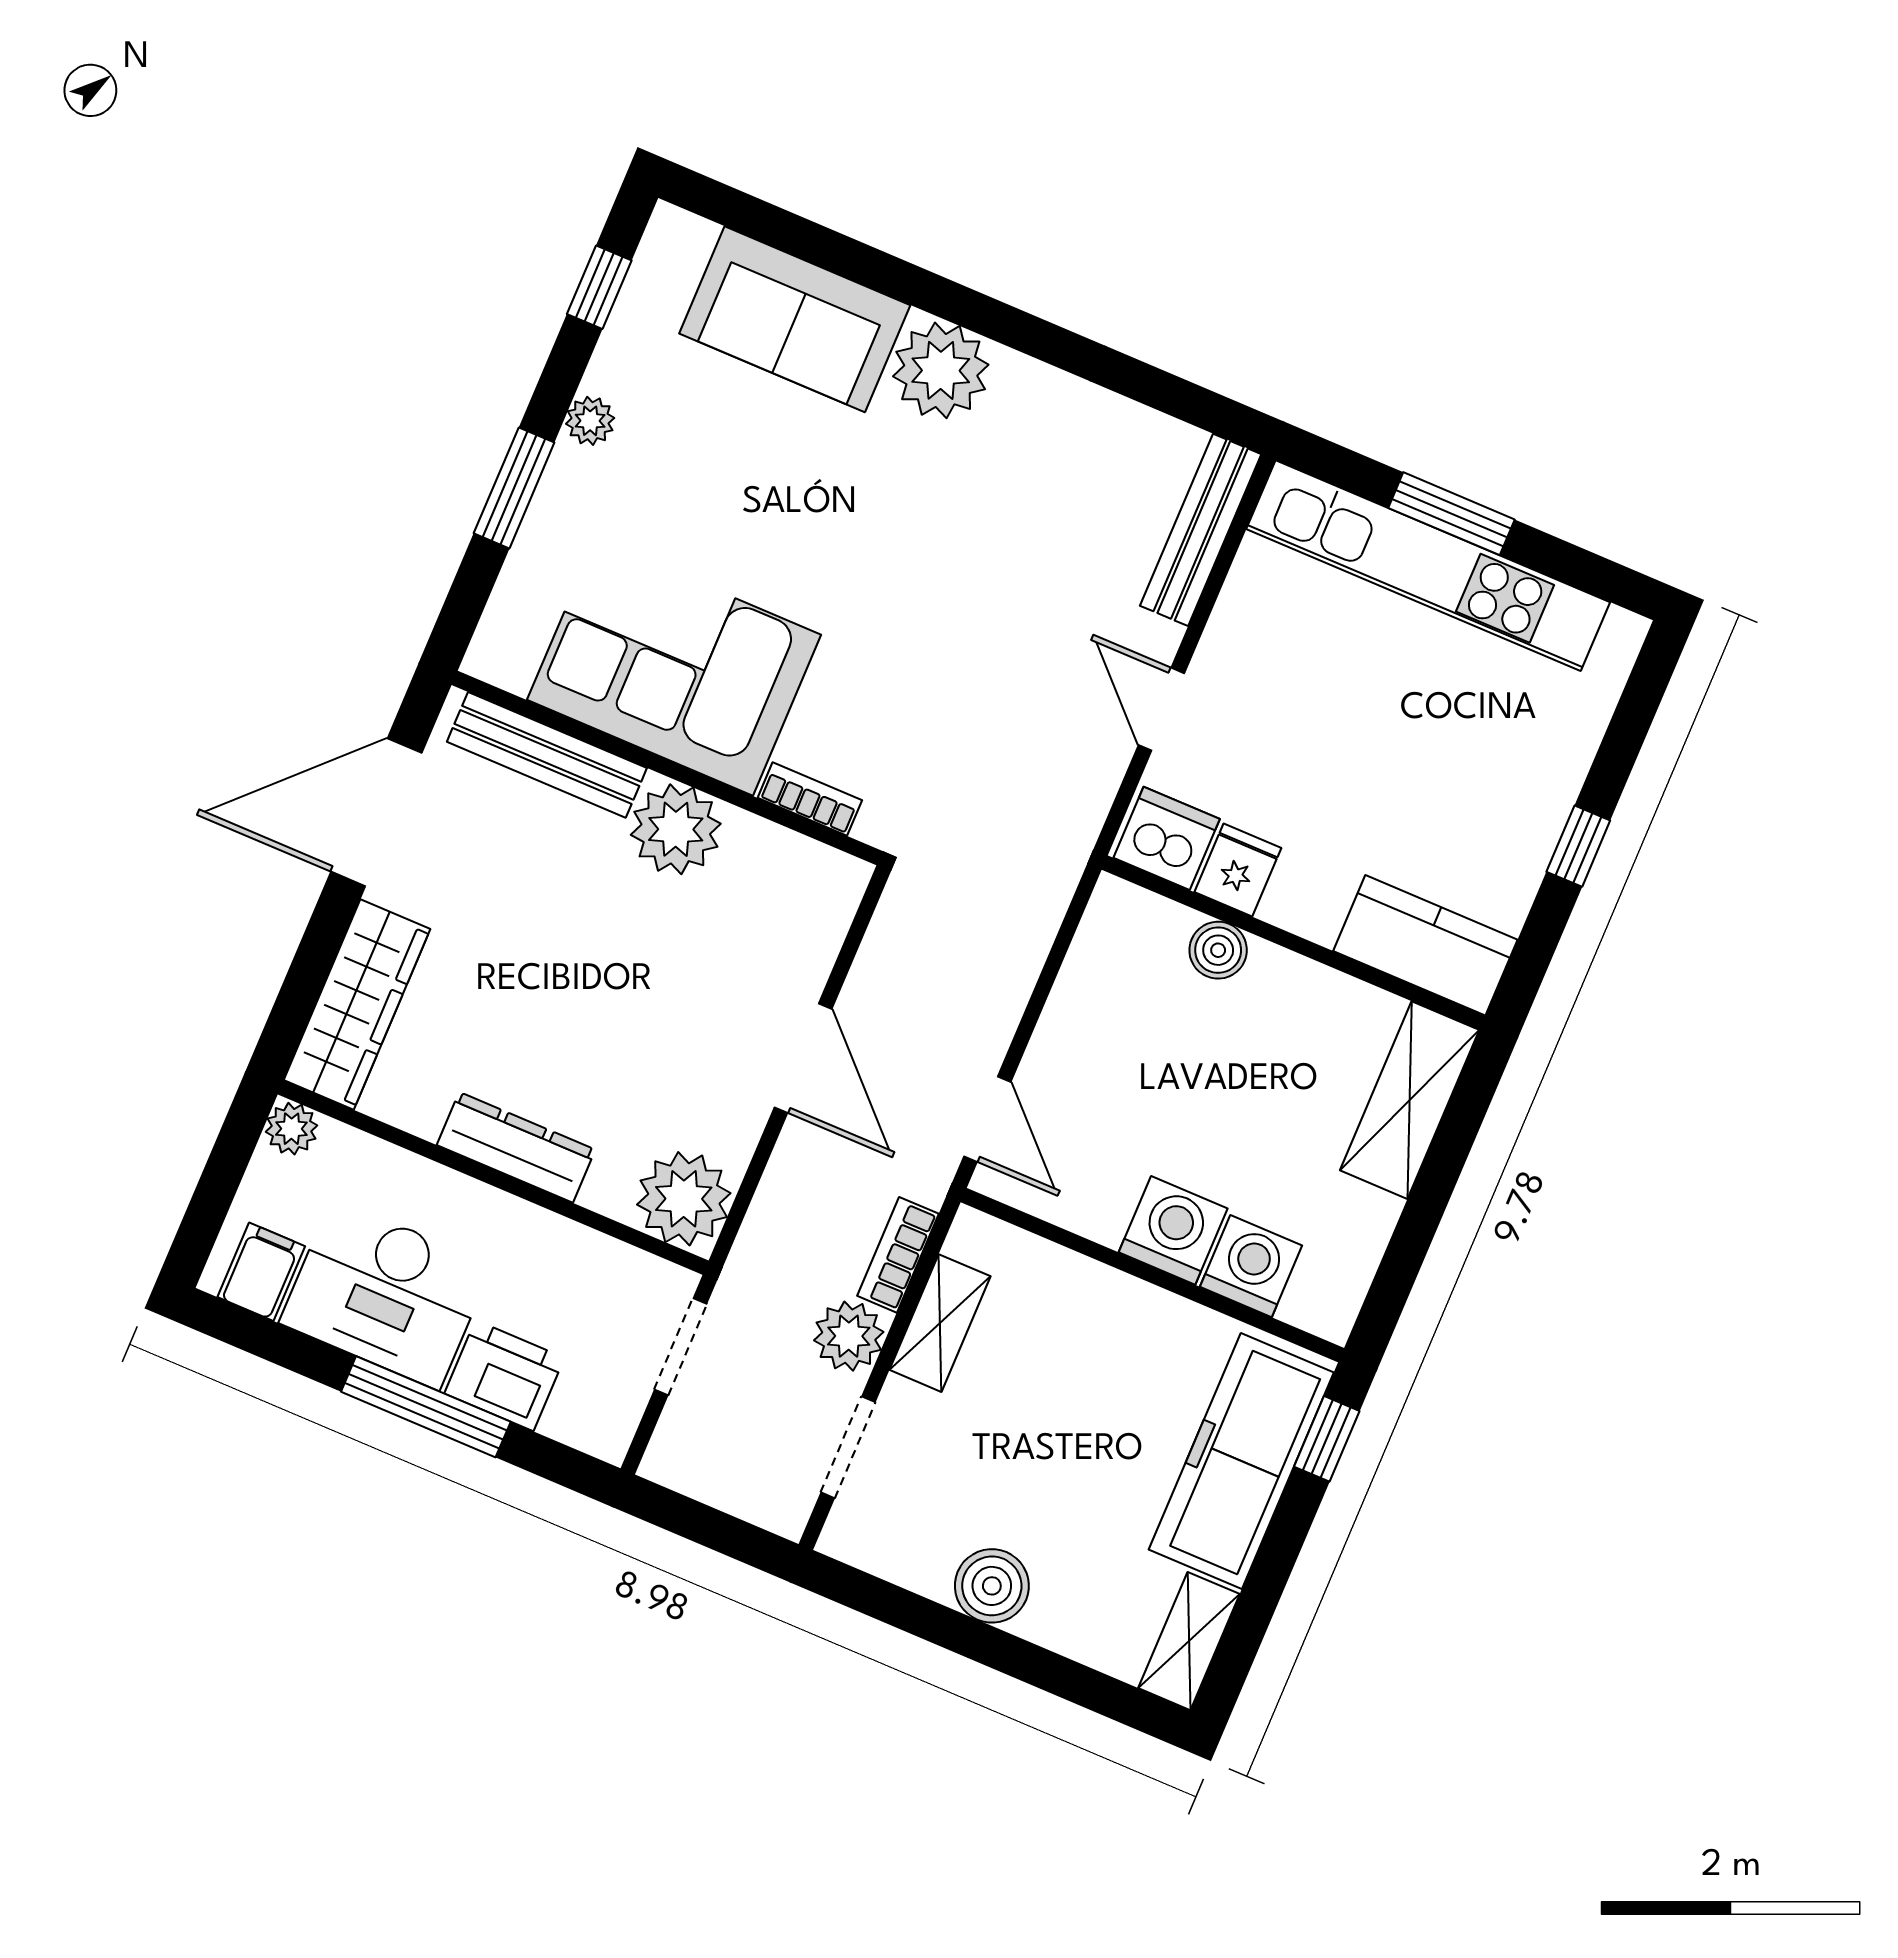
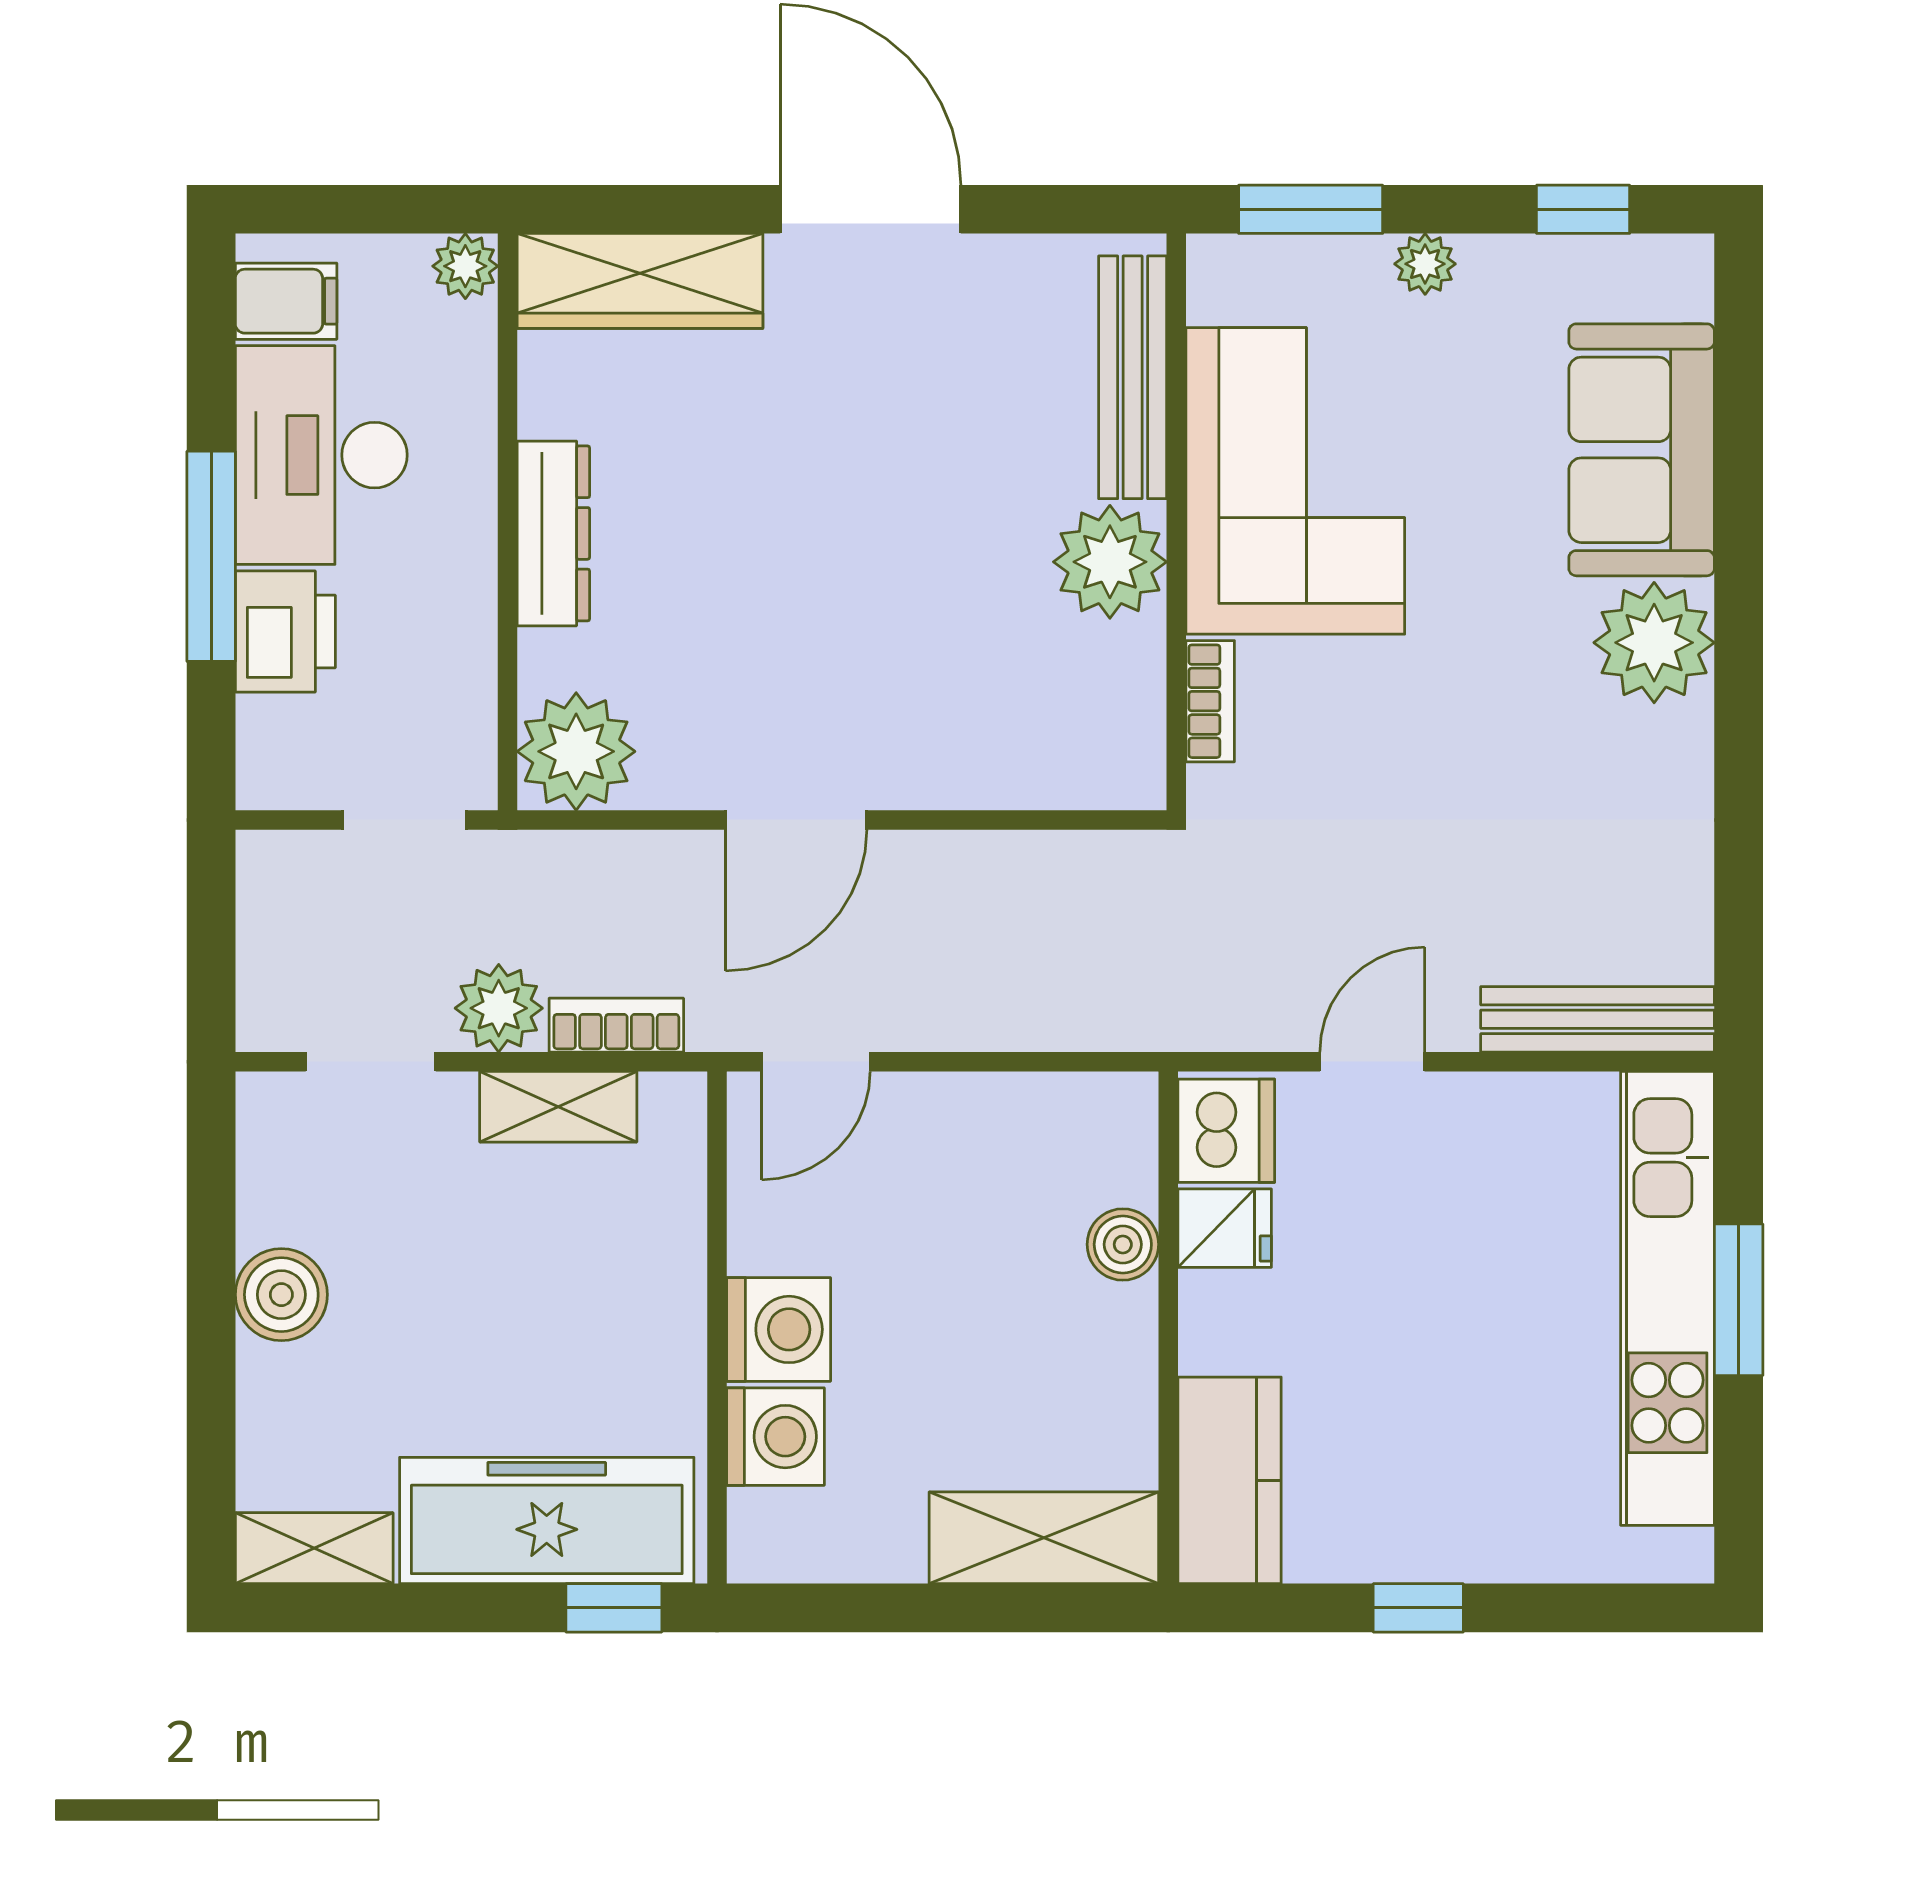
corner sofa: (674, 667) -> (1295, 481), moved
bench: (547, 755) -> (1133, 377), moved
wall: (667, 768) -> (1176, 522), moved
bookcase: (810, 799) -> (1210, 701), moved
plant: (676, 829) -> (1110, 562), moved

